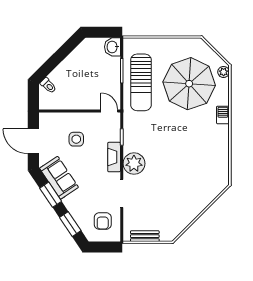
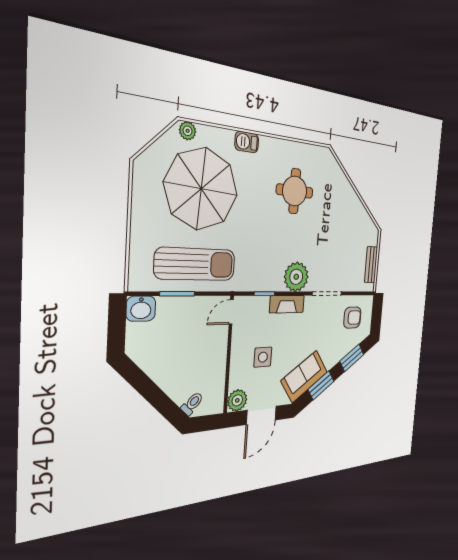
plant: (47, 120) -> (237, 400), added
round table: (195, 157) -> (295, 191), added

